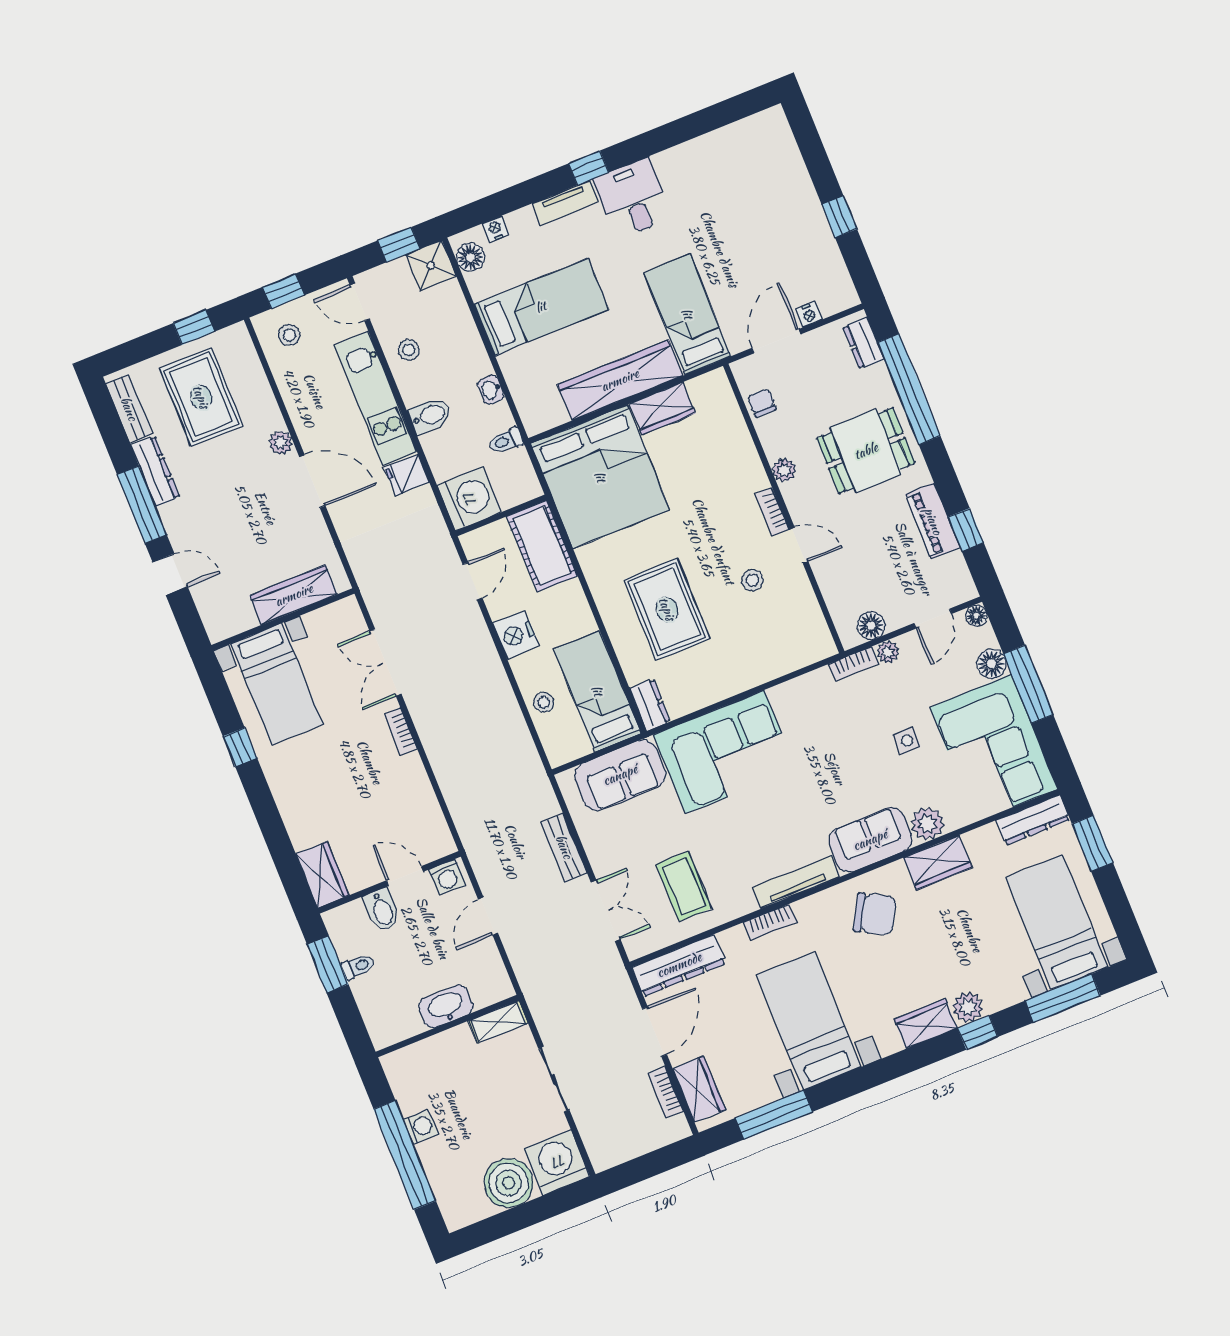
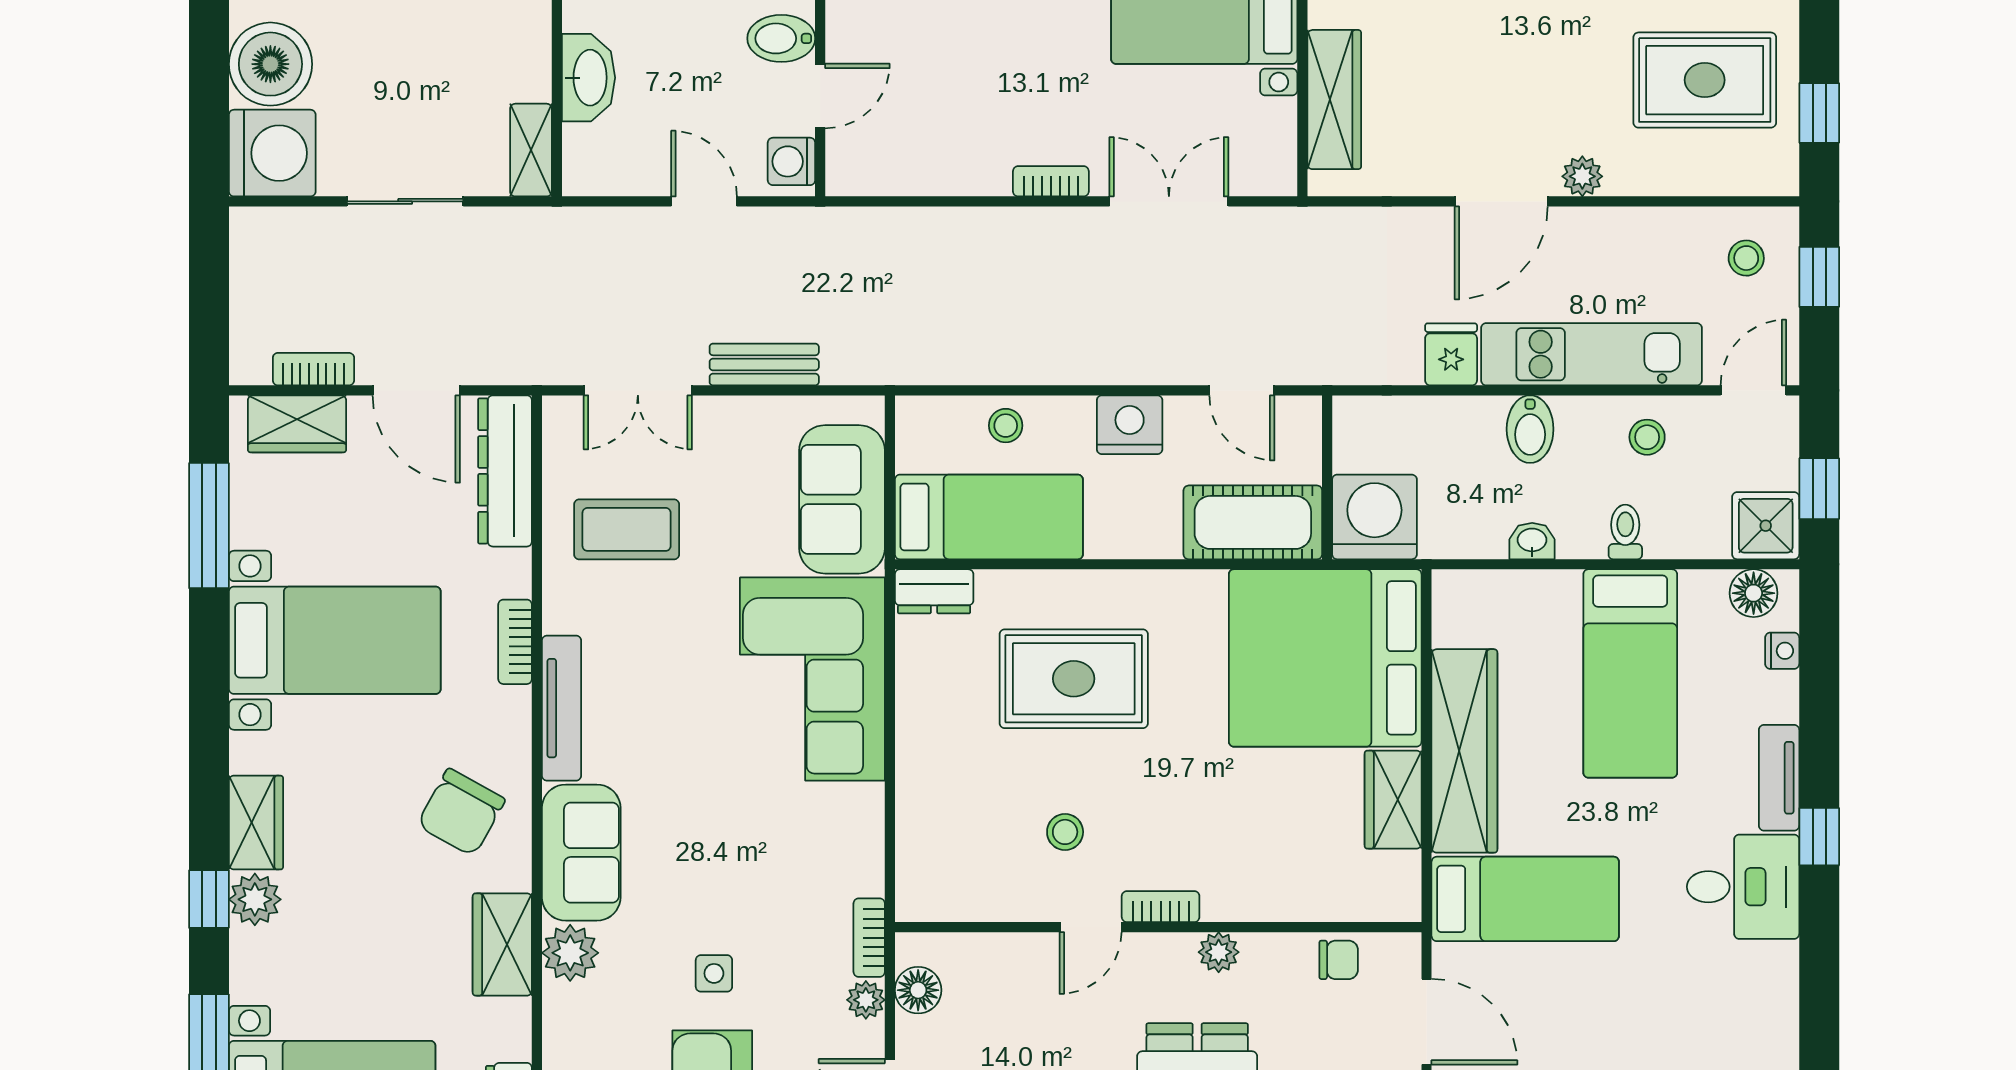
toilet: (506, 441) -> (1625, 532), moved
washing machine: (469, 498) -> (1374, 517), moved, turned 180

